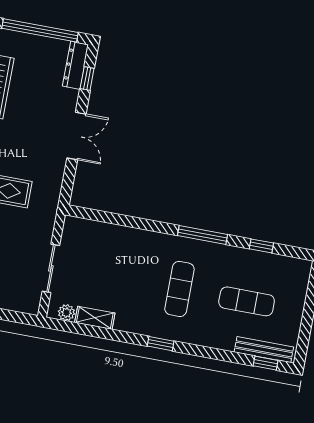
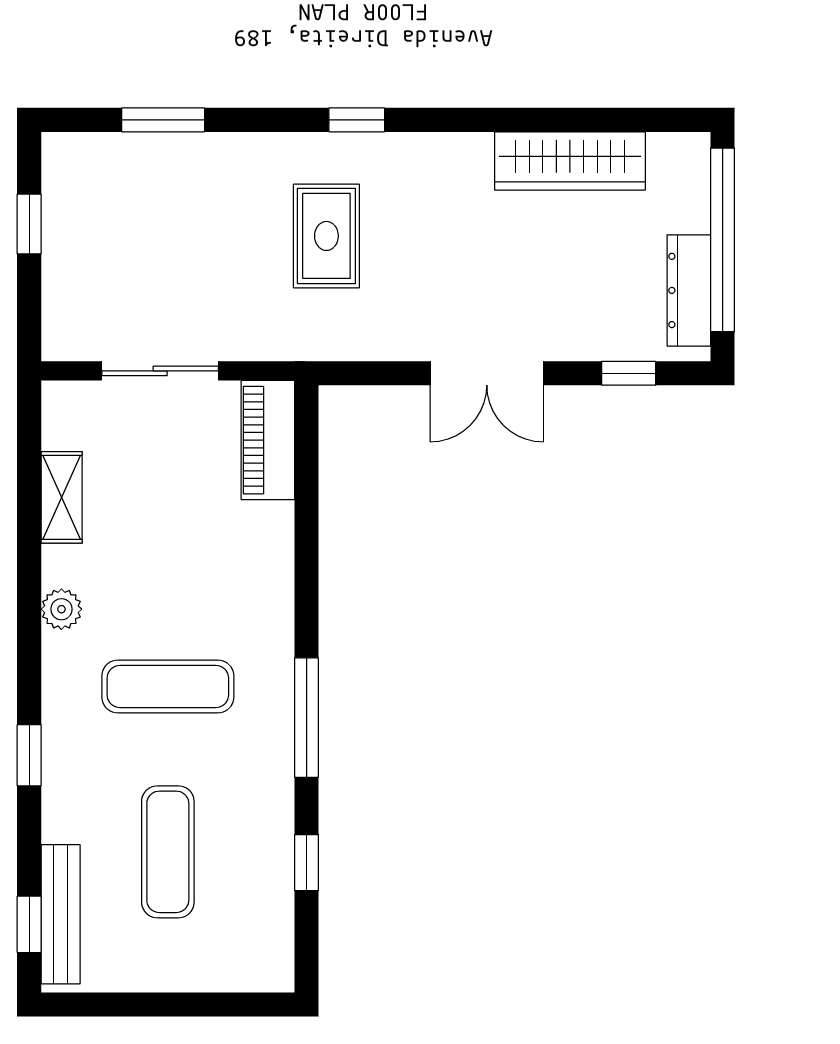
dresser: (75, 65) -> (689, 290), moved, turned -90
piano: (87, 230) -> (268, 440), added
plant: (66, 313) -> (61, 609), moved
window: (161, 344) -> (29, 755), moved

